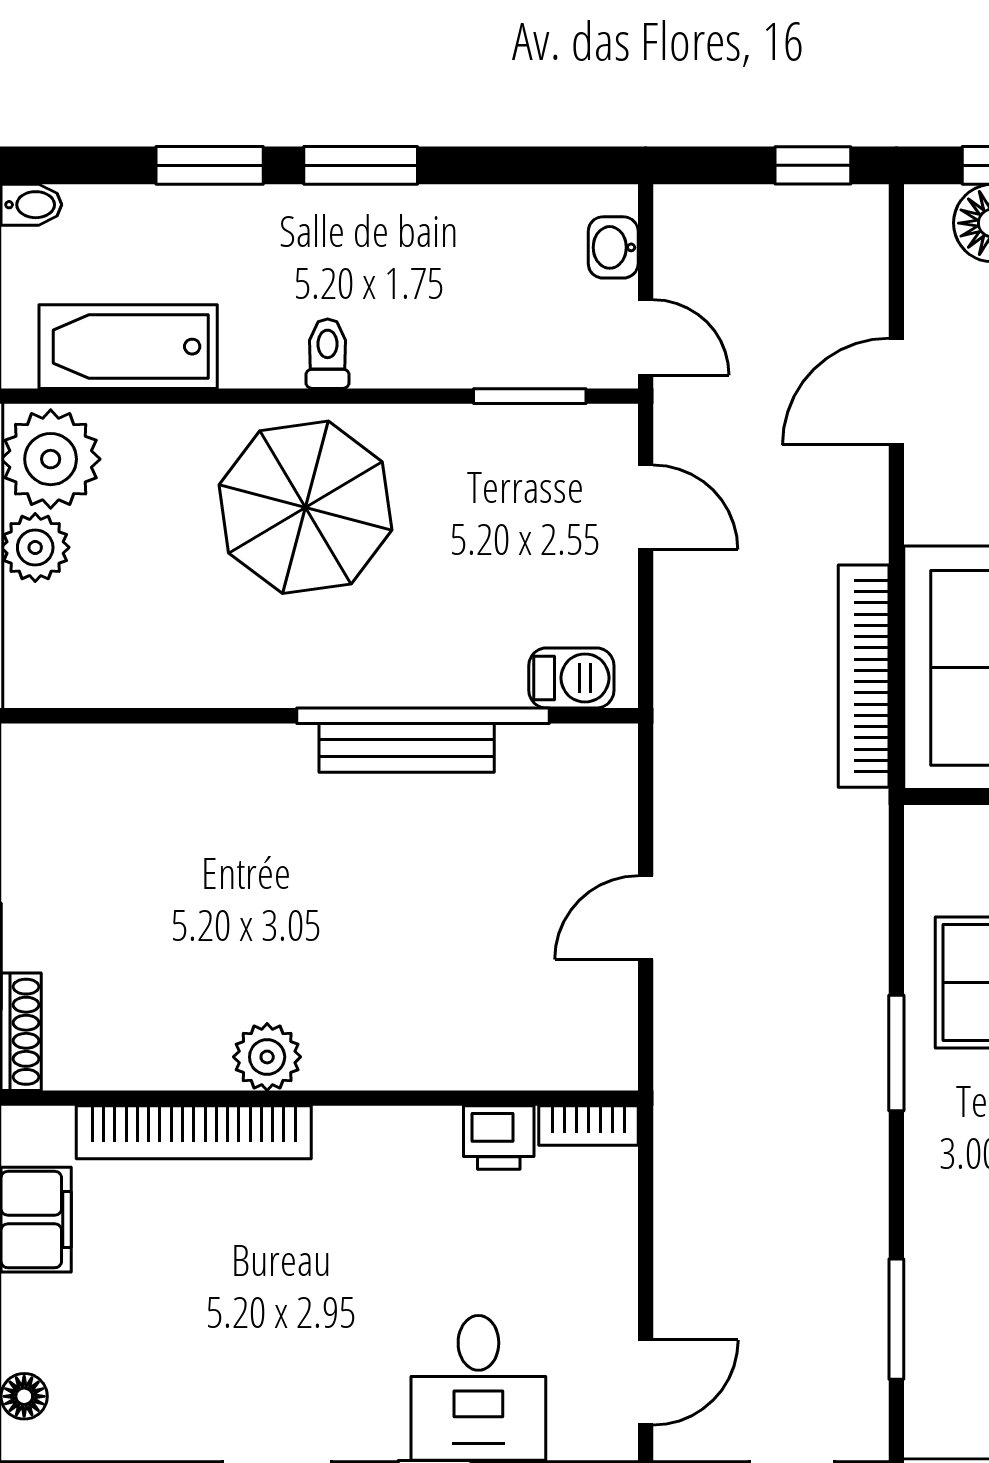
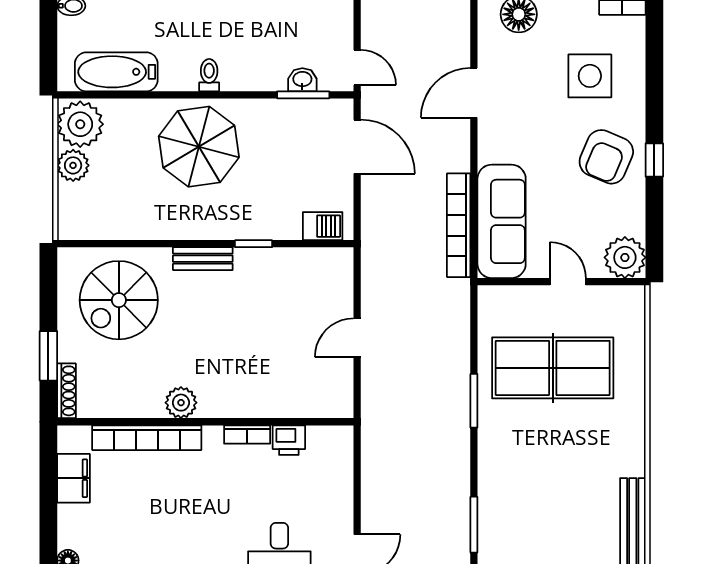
washbasin: (613, 247) -> (302, 80), moved, turned 90
door: (646, 507) -> (357, 147), width x1.38
window: (423, 716) -> (254, 244), width x0.32
bench: (407, 748) -> (203, 259), moved, width x0.73
spiral stairs: (134, 837) -> (119, 300), added
bookcase: (589, 1125) -> (247, 434), moved

